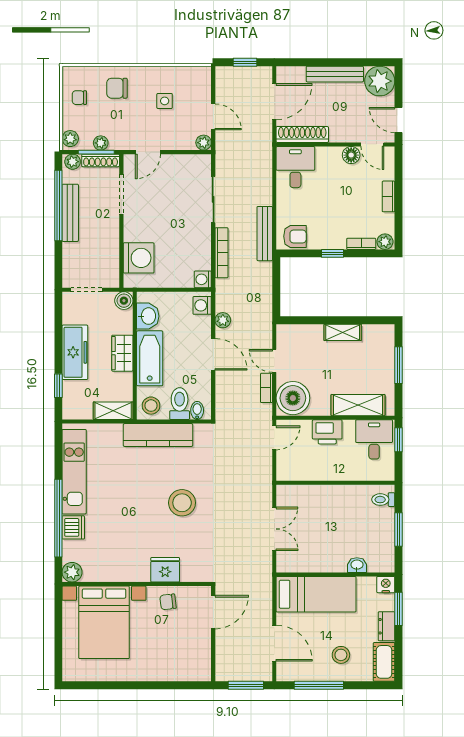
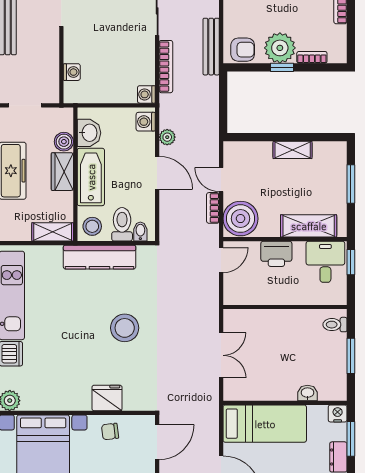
plant: (385, 242) -> (280, 48), moved, width x1.88, depth x1.88
washing machine: (139, 258) -> (72, 72), width x0.53, depth x0.53
boiler: (124, 301) -> (64, 142), moved

